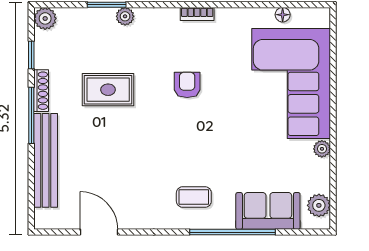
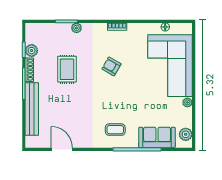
plant: (45, 18) -> (32, 51), moved
armchair: (187, 85) -> (111, 66), turned -60
rug: (108, 90) -> (67, 69), turned 90

